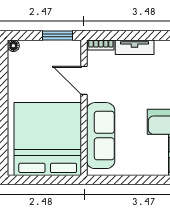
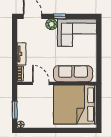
window: (57, 36) -> (15, 110), moved
door: (84, 80) -> (41, 83), swing flipped

